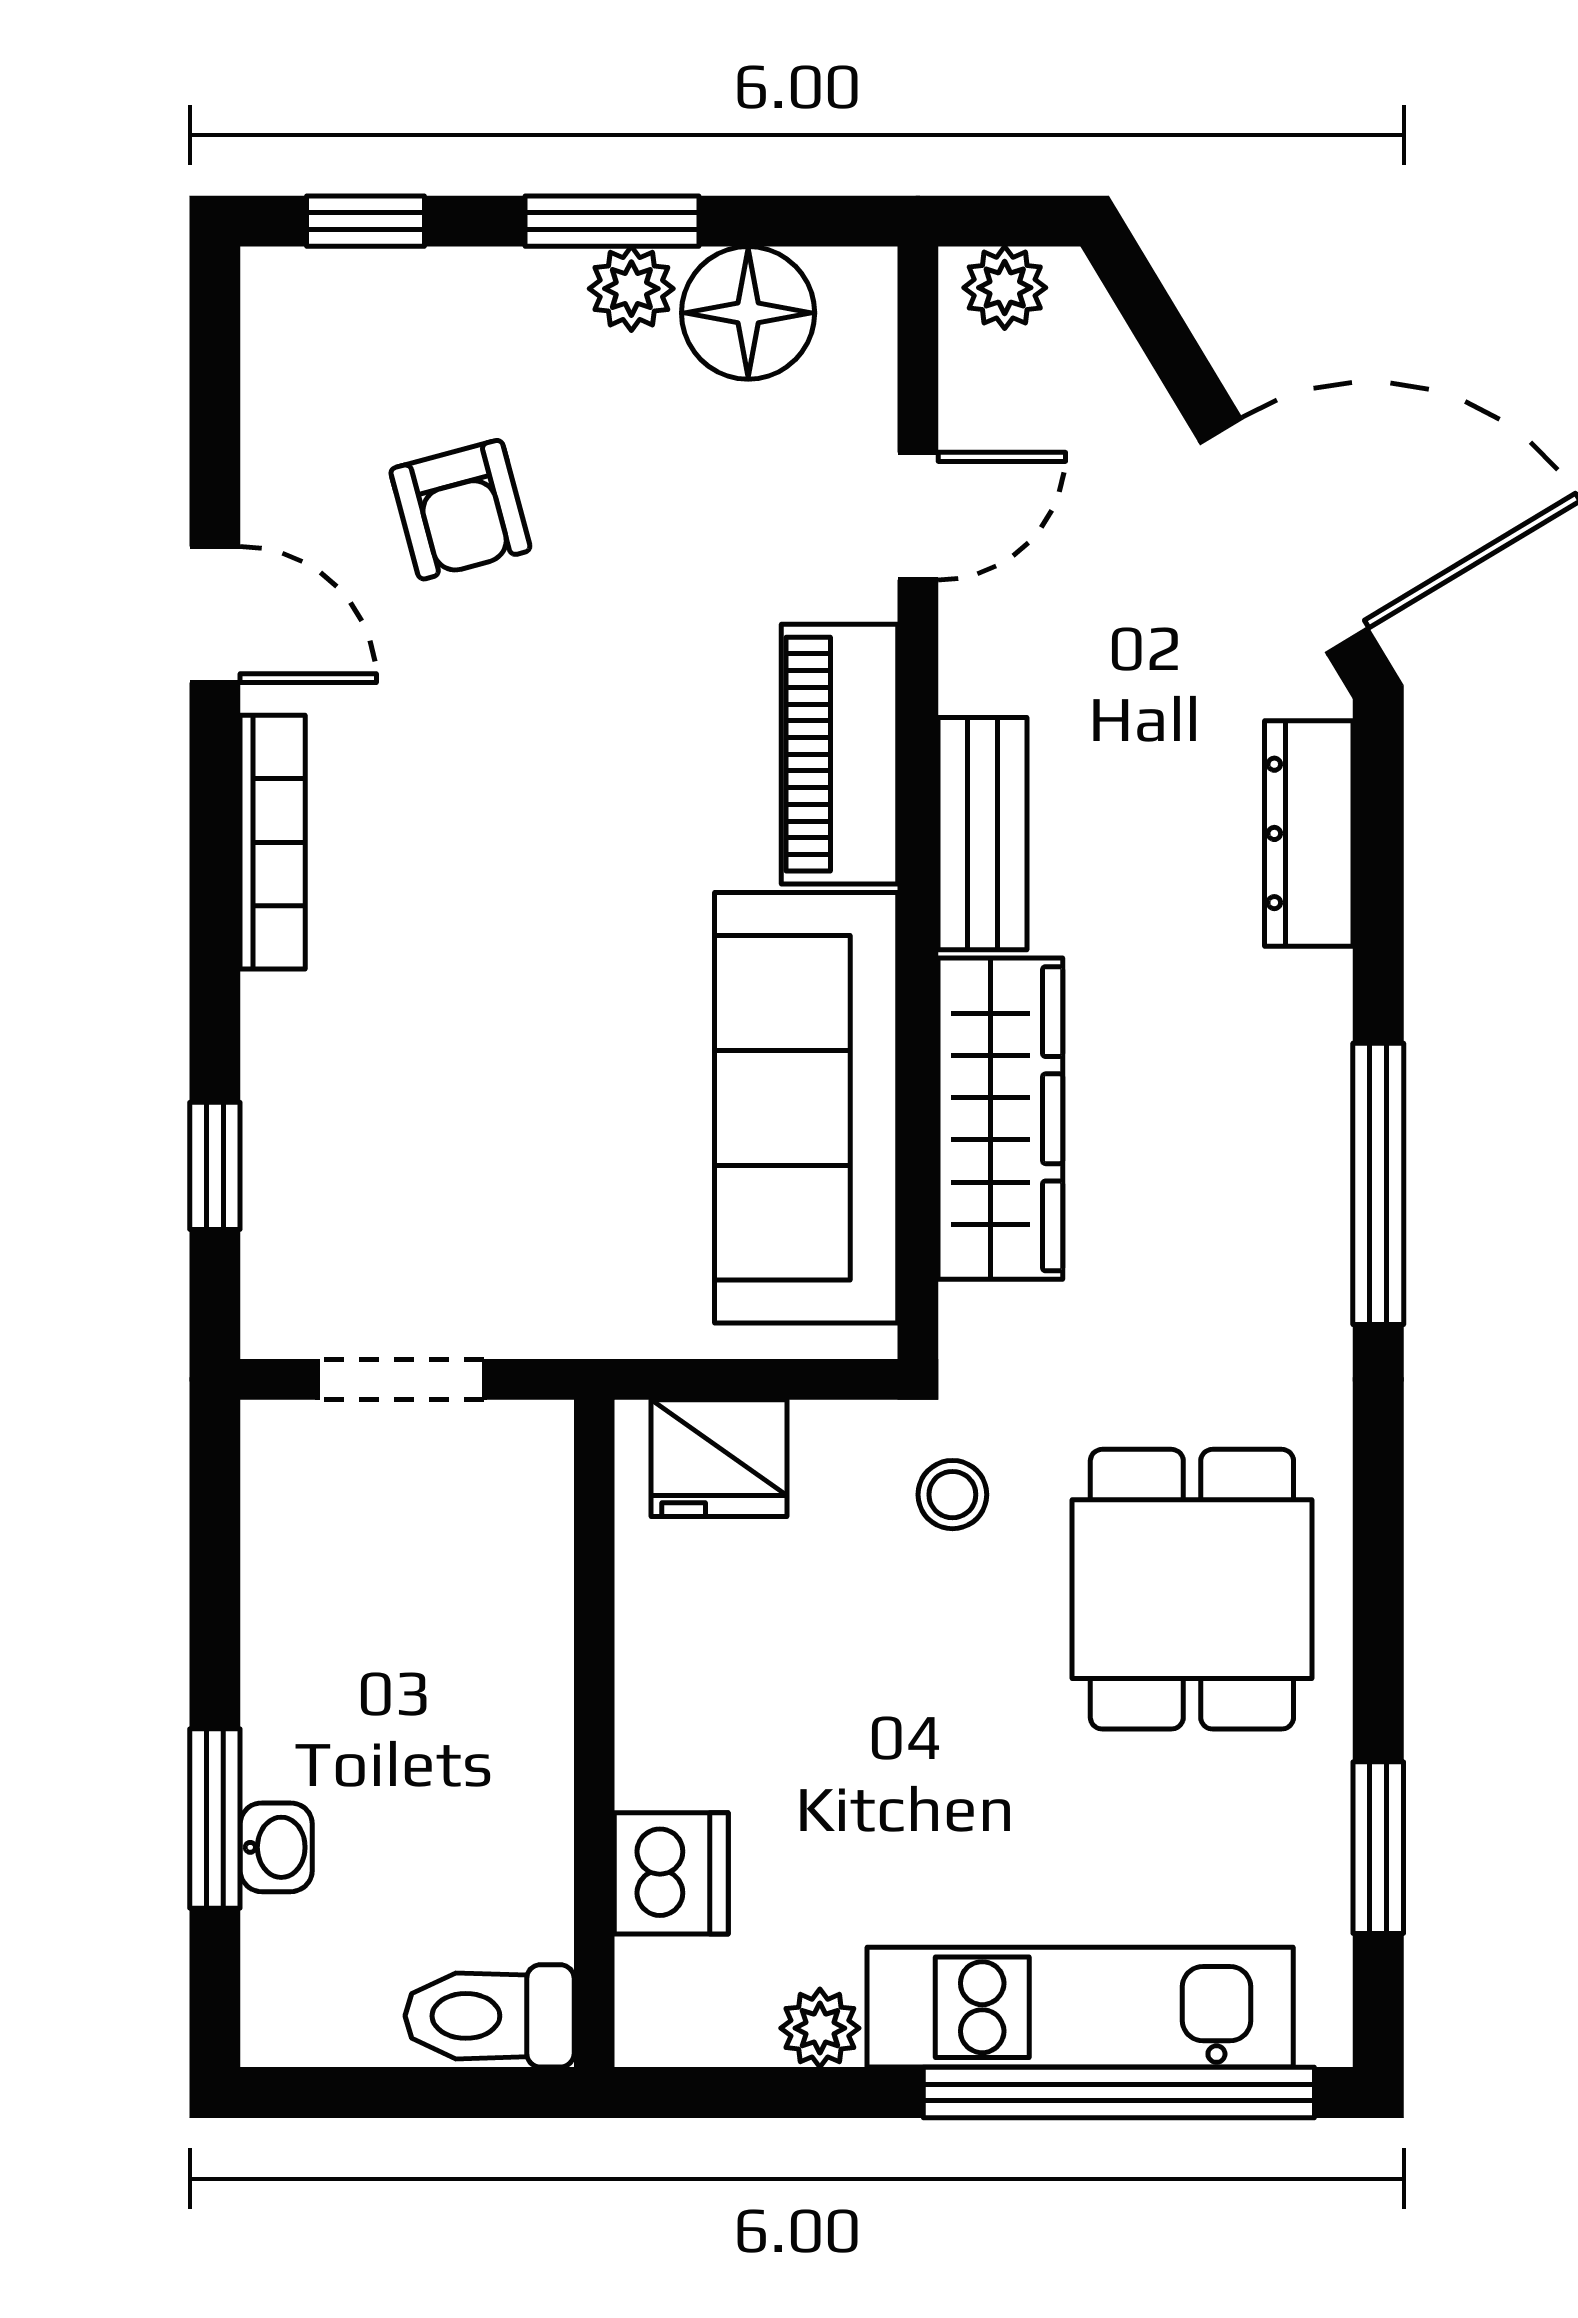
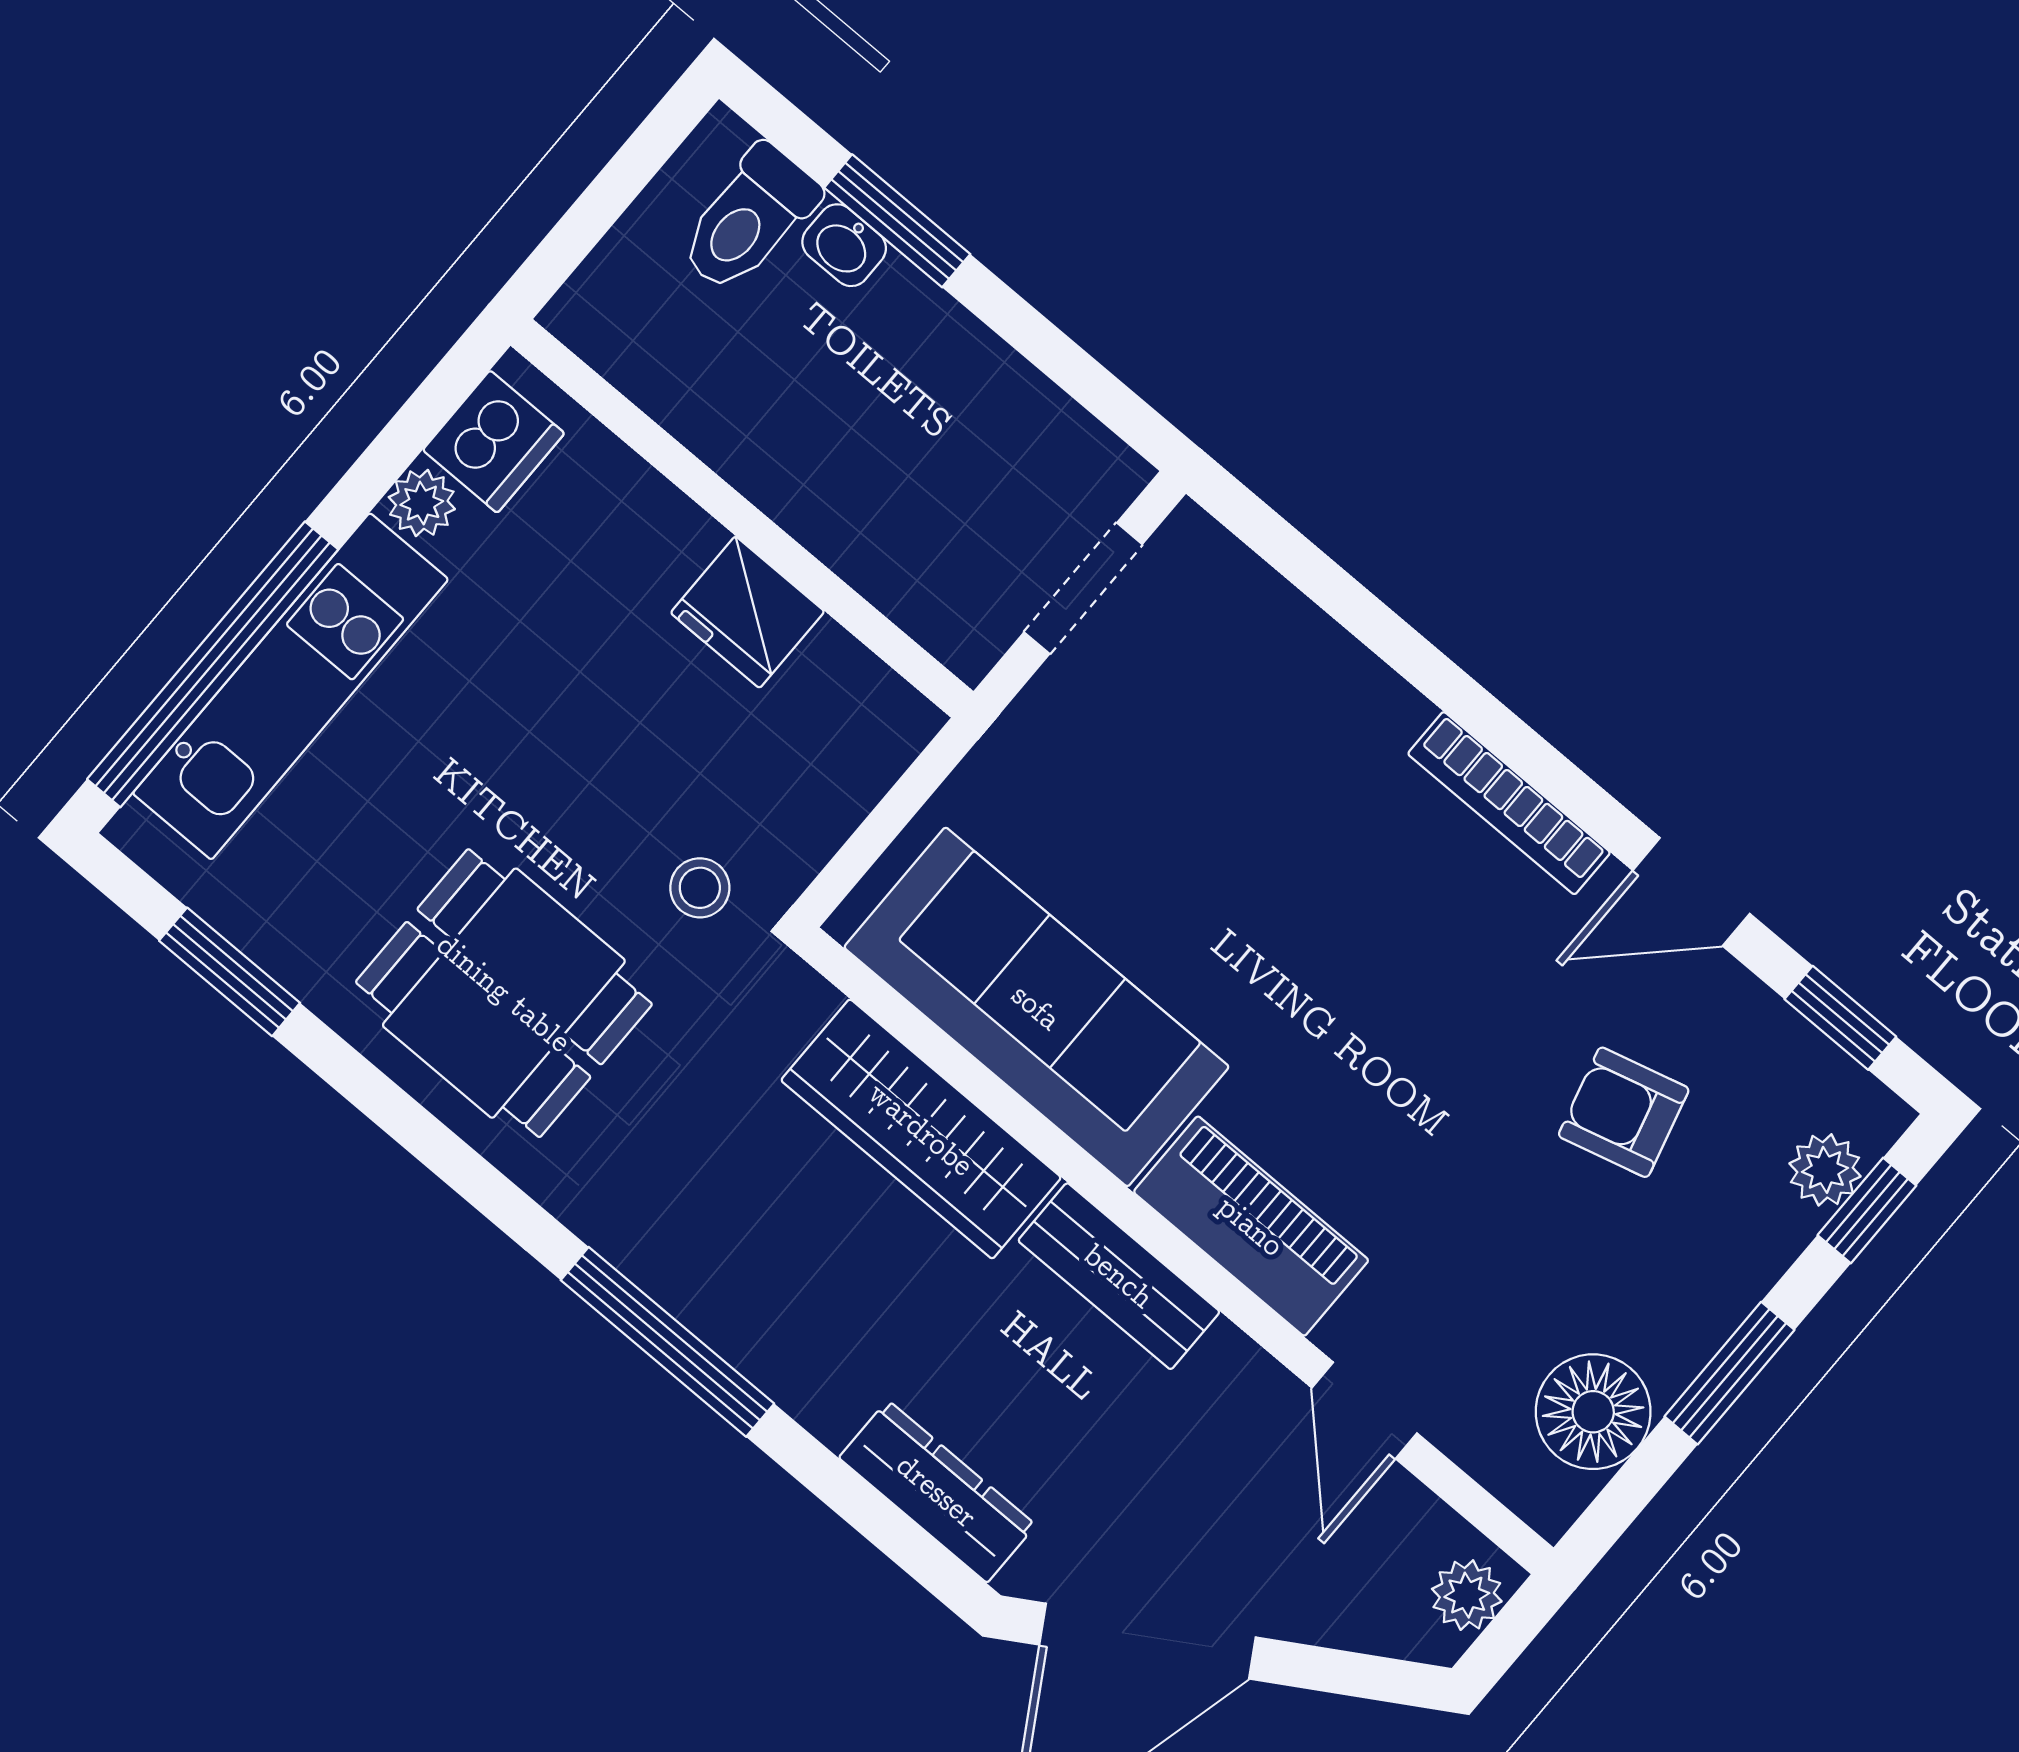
plant: (631, 289) -> (1825, 1170), moved
window: (215, 1166) -> (1840, 1018), moved
fridge: (719, 1458) -> (747, 612), moved, turned -90
dishwasher: (671, 1873) -> (494, 442), moved, turned -90
toilet: (490, 2016) -> (748, 219), moved, turned 180

